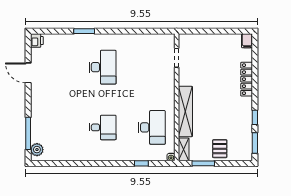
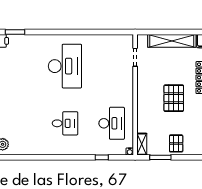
window: (84, 31) -> (15, 32), moved
desk: (103, 67) -> (65, 66), width x1.36, depth x1.30
pallet: (217, 101) -> (174, 98), added
shelving: (185, 111) -> (172, 41), moved, turned 90

